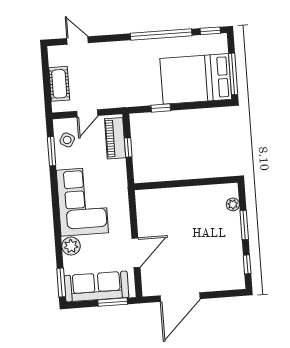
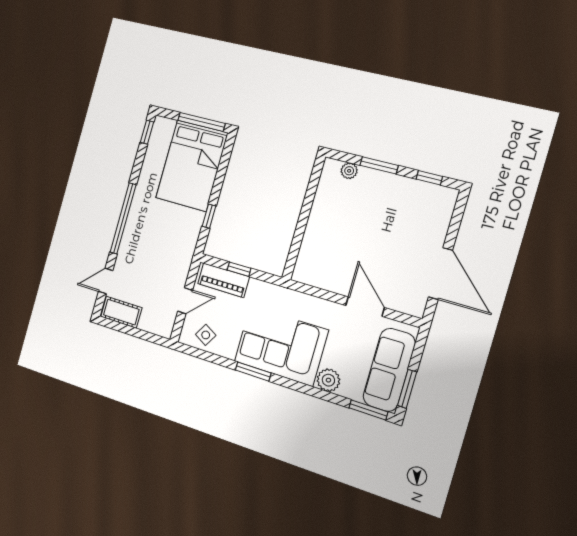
window: (161, 34) -> (123, 218), moved
cot: (59, 84) -> (121, 312), moved
door: (87, 113) -> (185, 301), hinge flipped
window: (52, 151) -> (253, 371), moved
window: (113, 302) -> (407, 389), moved

